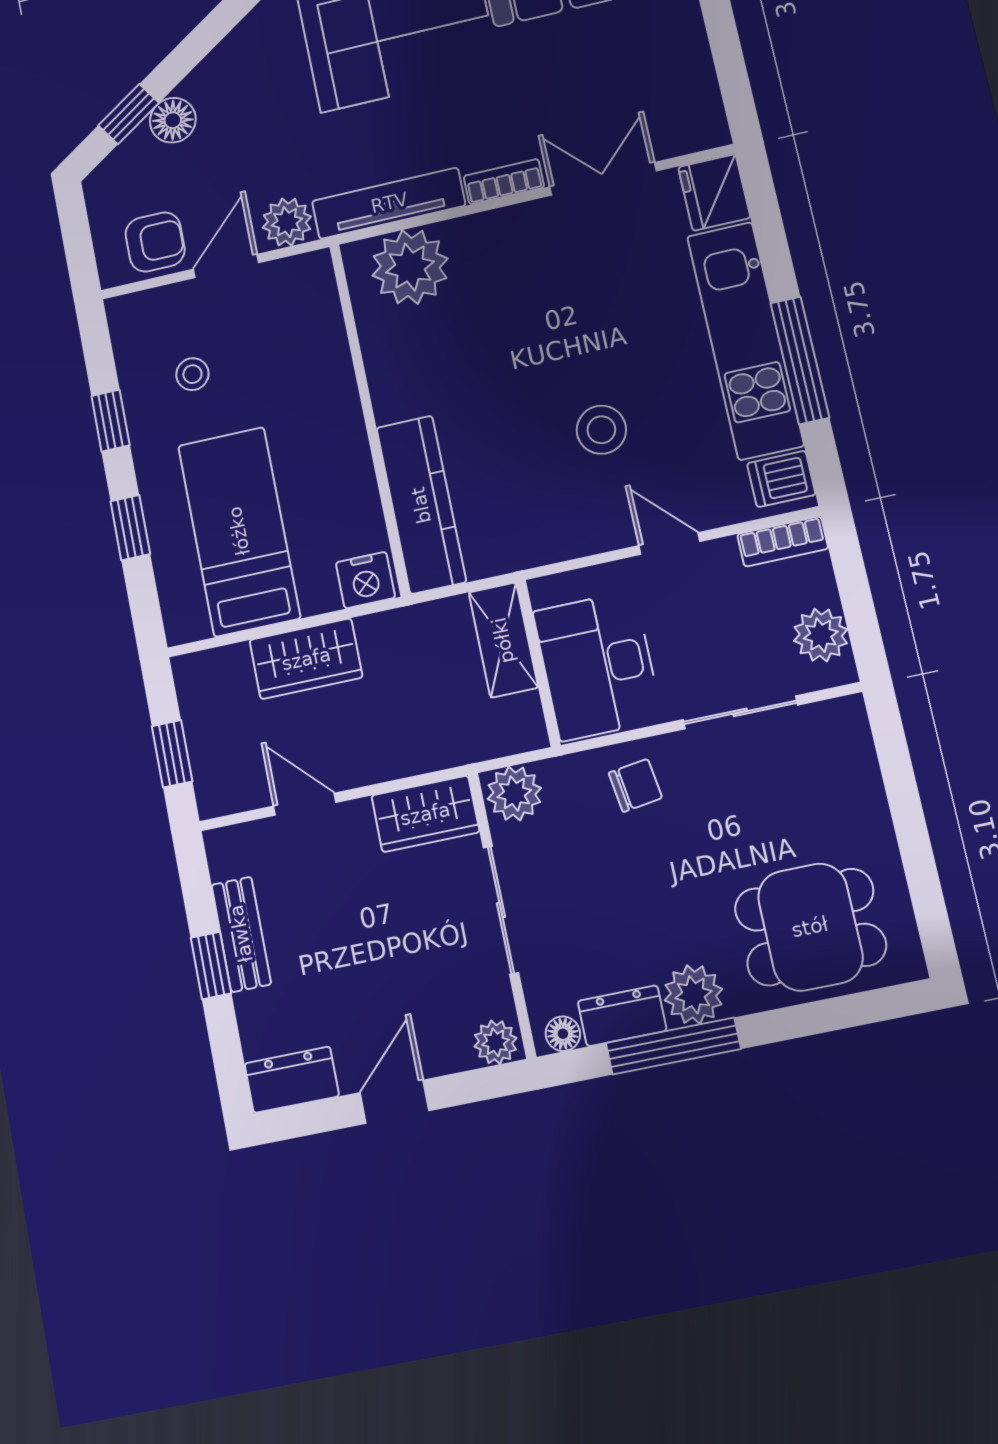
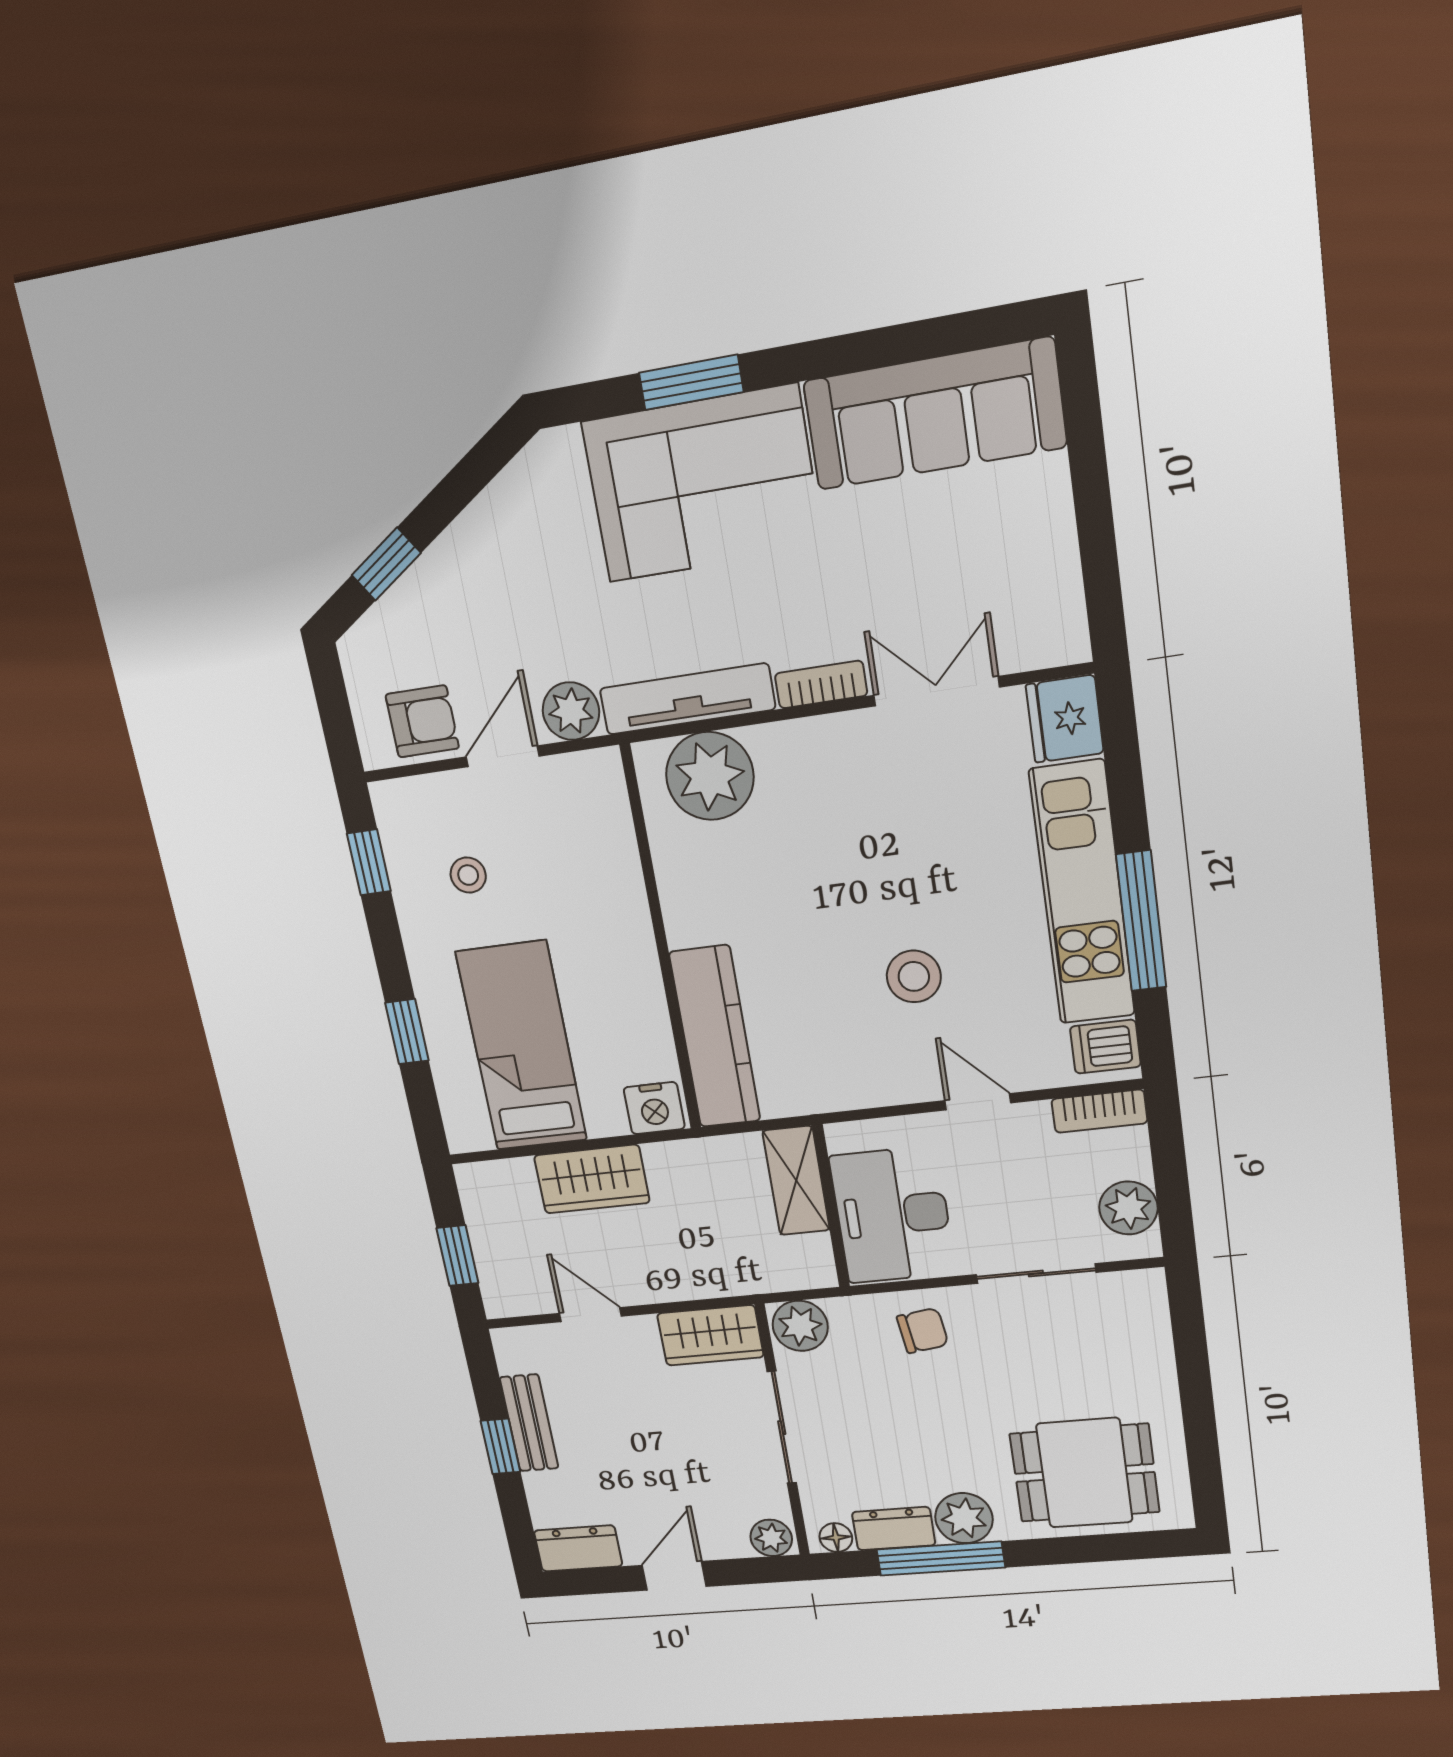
floor lamp: (173, 120) -> (438, 576), removed
window: (111, 421) -> (369, 862), moved

